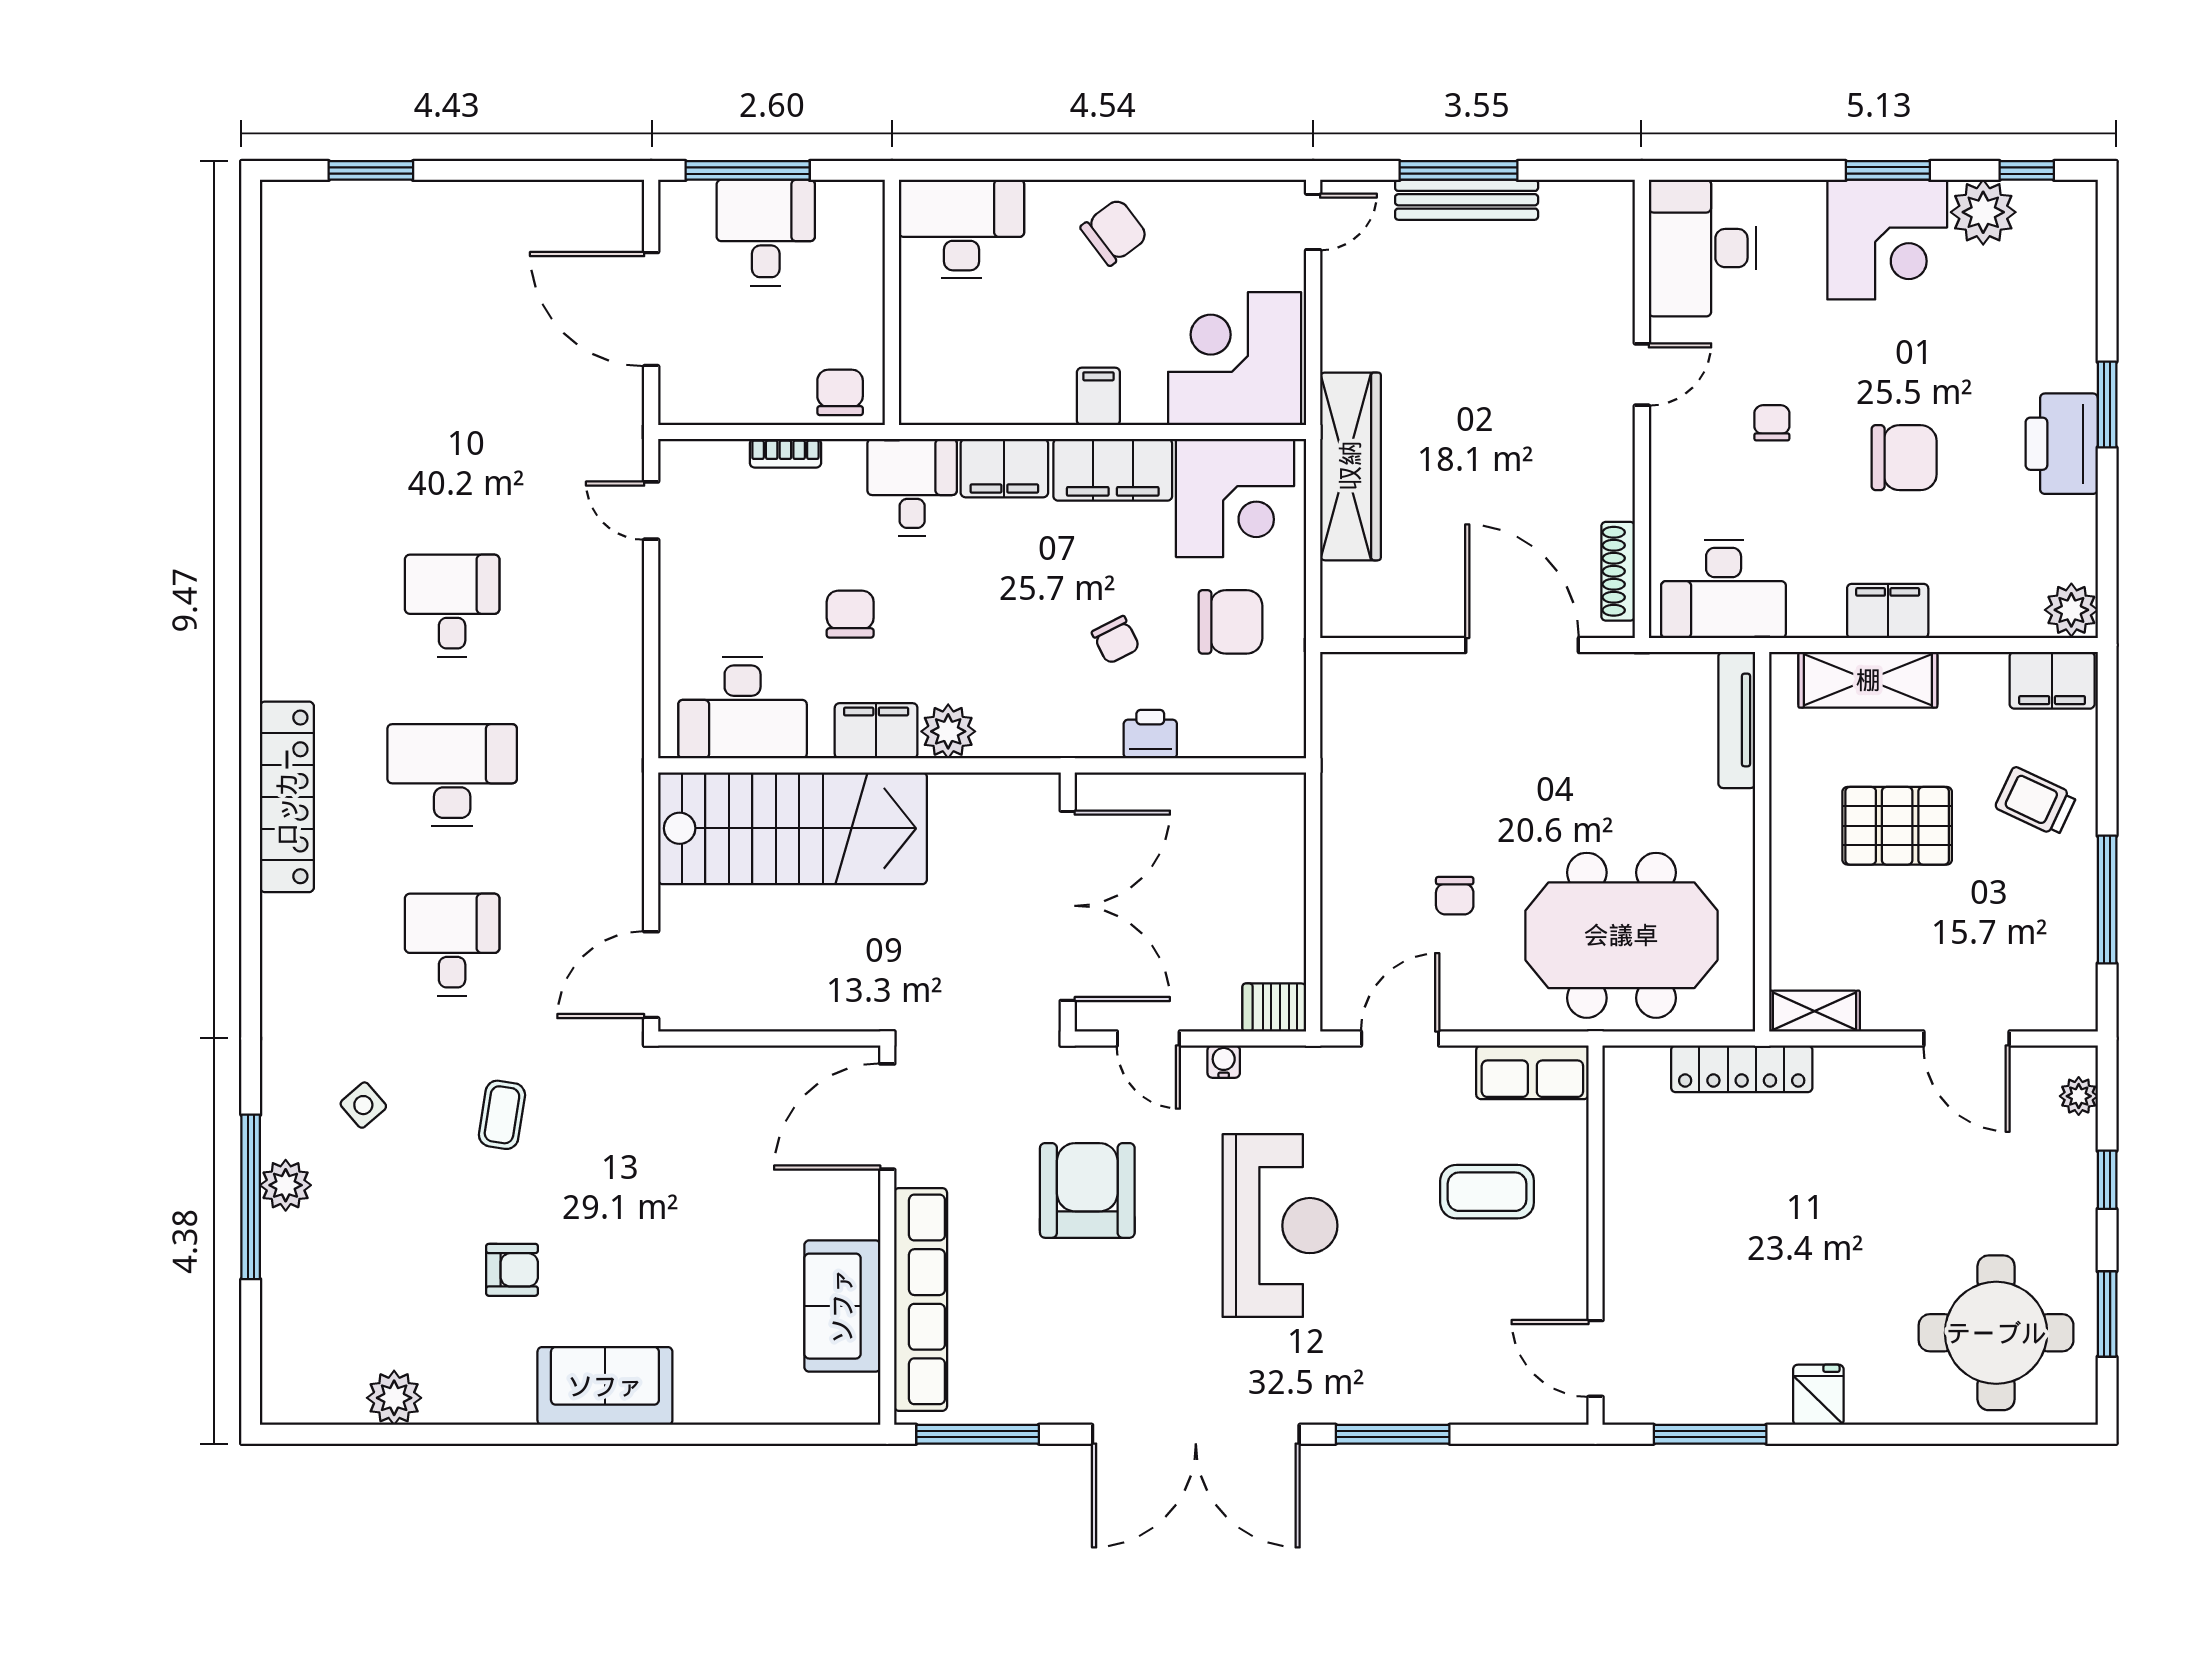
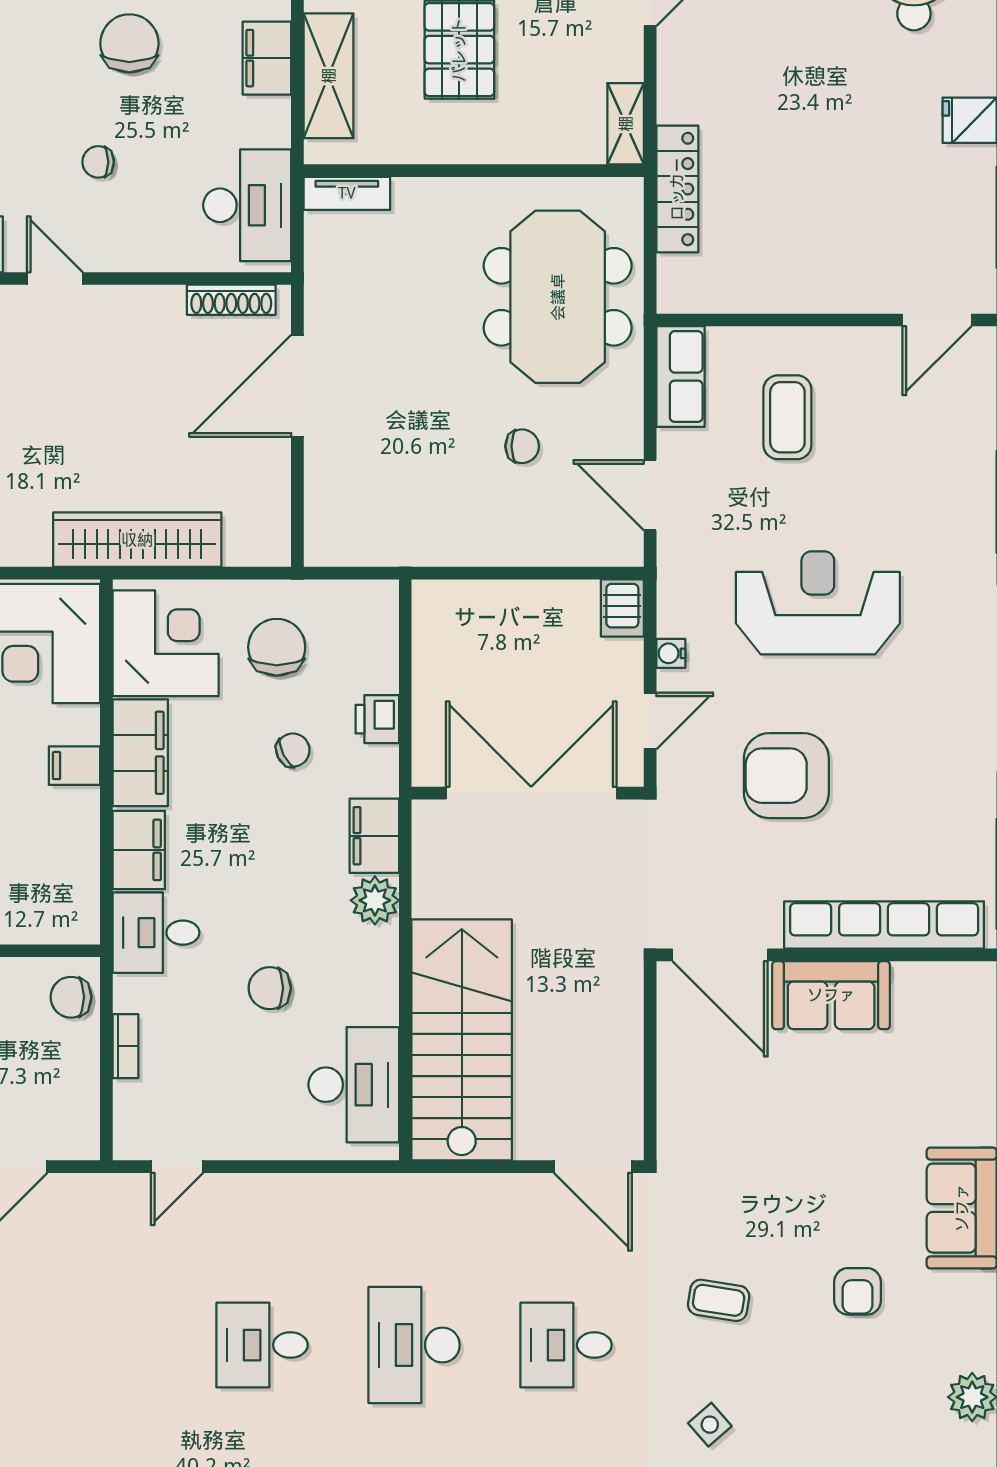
tv unit: (1737, 720) -> (347, 193), width x0.71
filing cabinet: (876, 731) -> (374, 836), moved
armchair: (512, 1270) -> (858, 1291), turned 180
sofa: (842, 1306) -> (831, 995), moved

